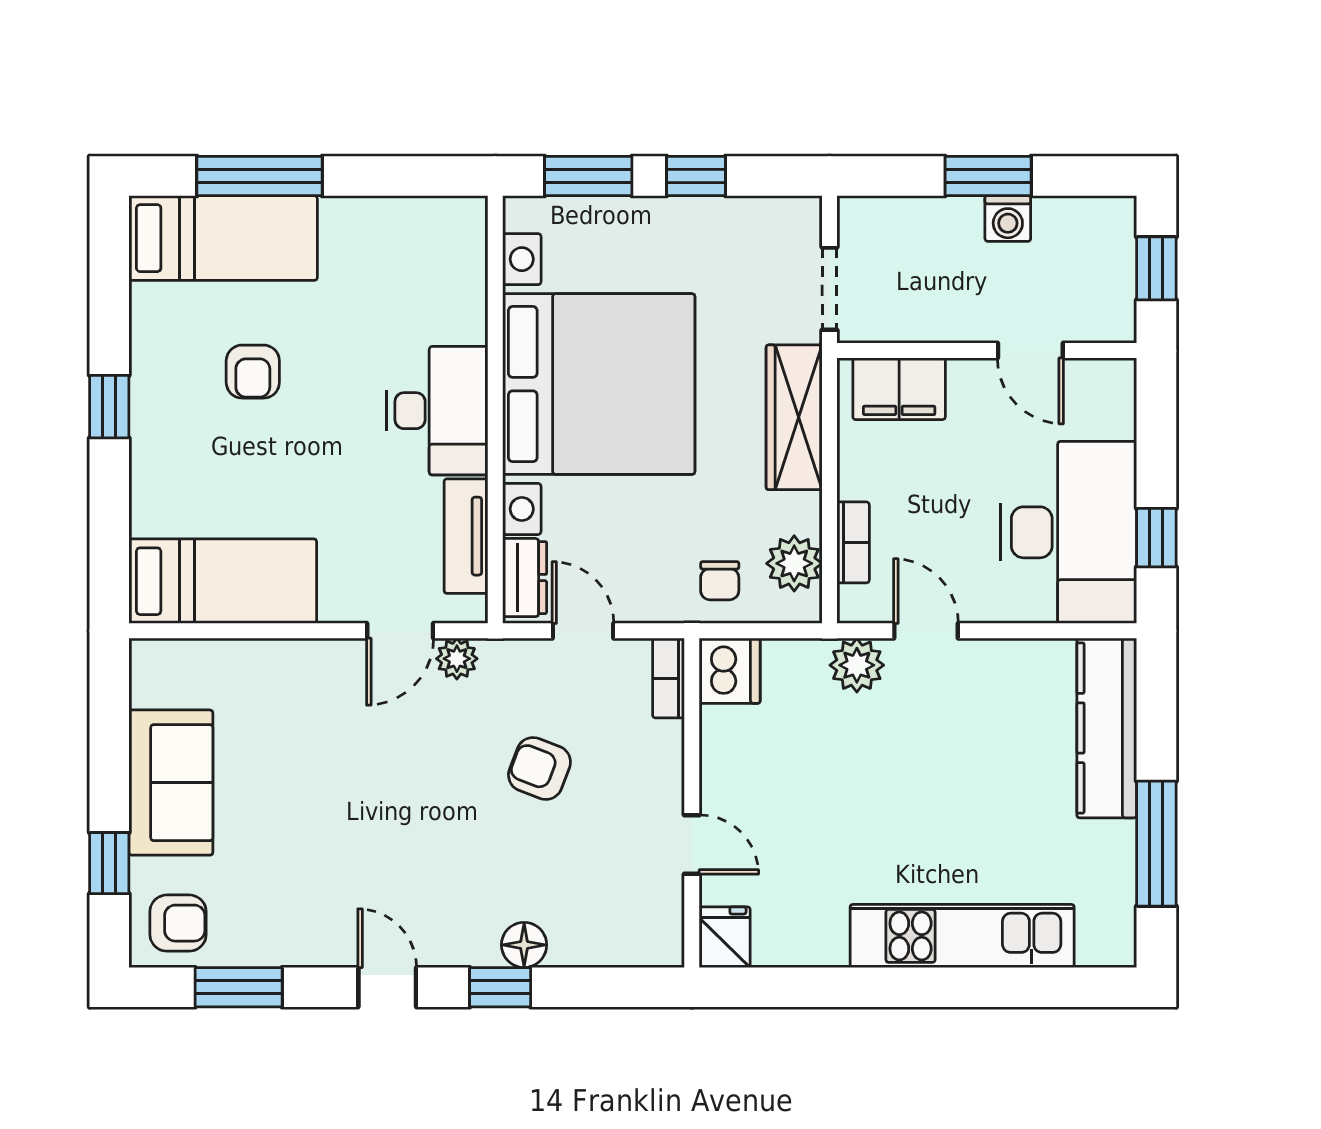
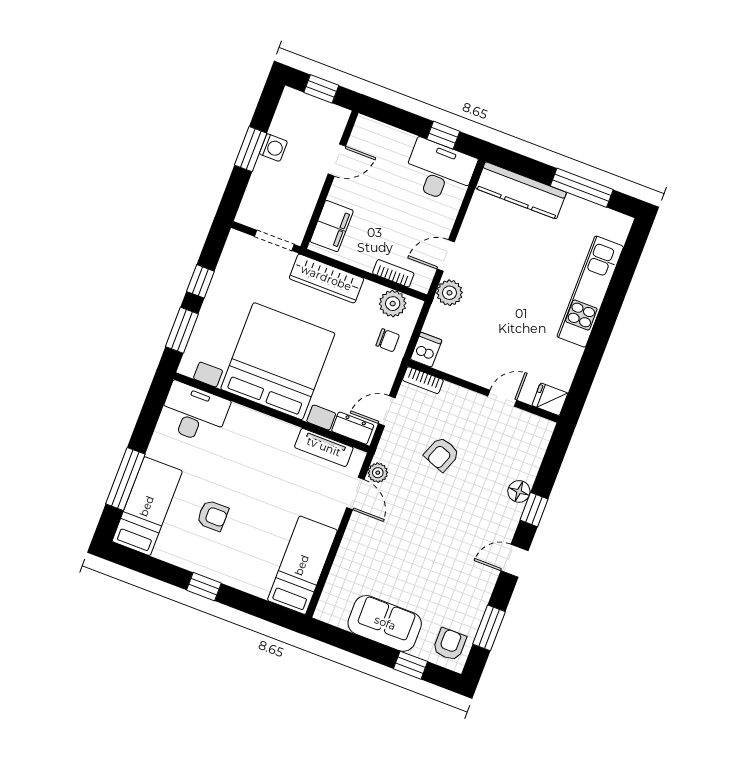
desk: (437, 411) -> (194, 413), moved
desk: (1069, 532) -> (439, 171), width x0.73, depth x0.77
dishwasher: (730, 671) -> (426, 350), width x0.73

